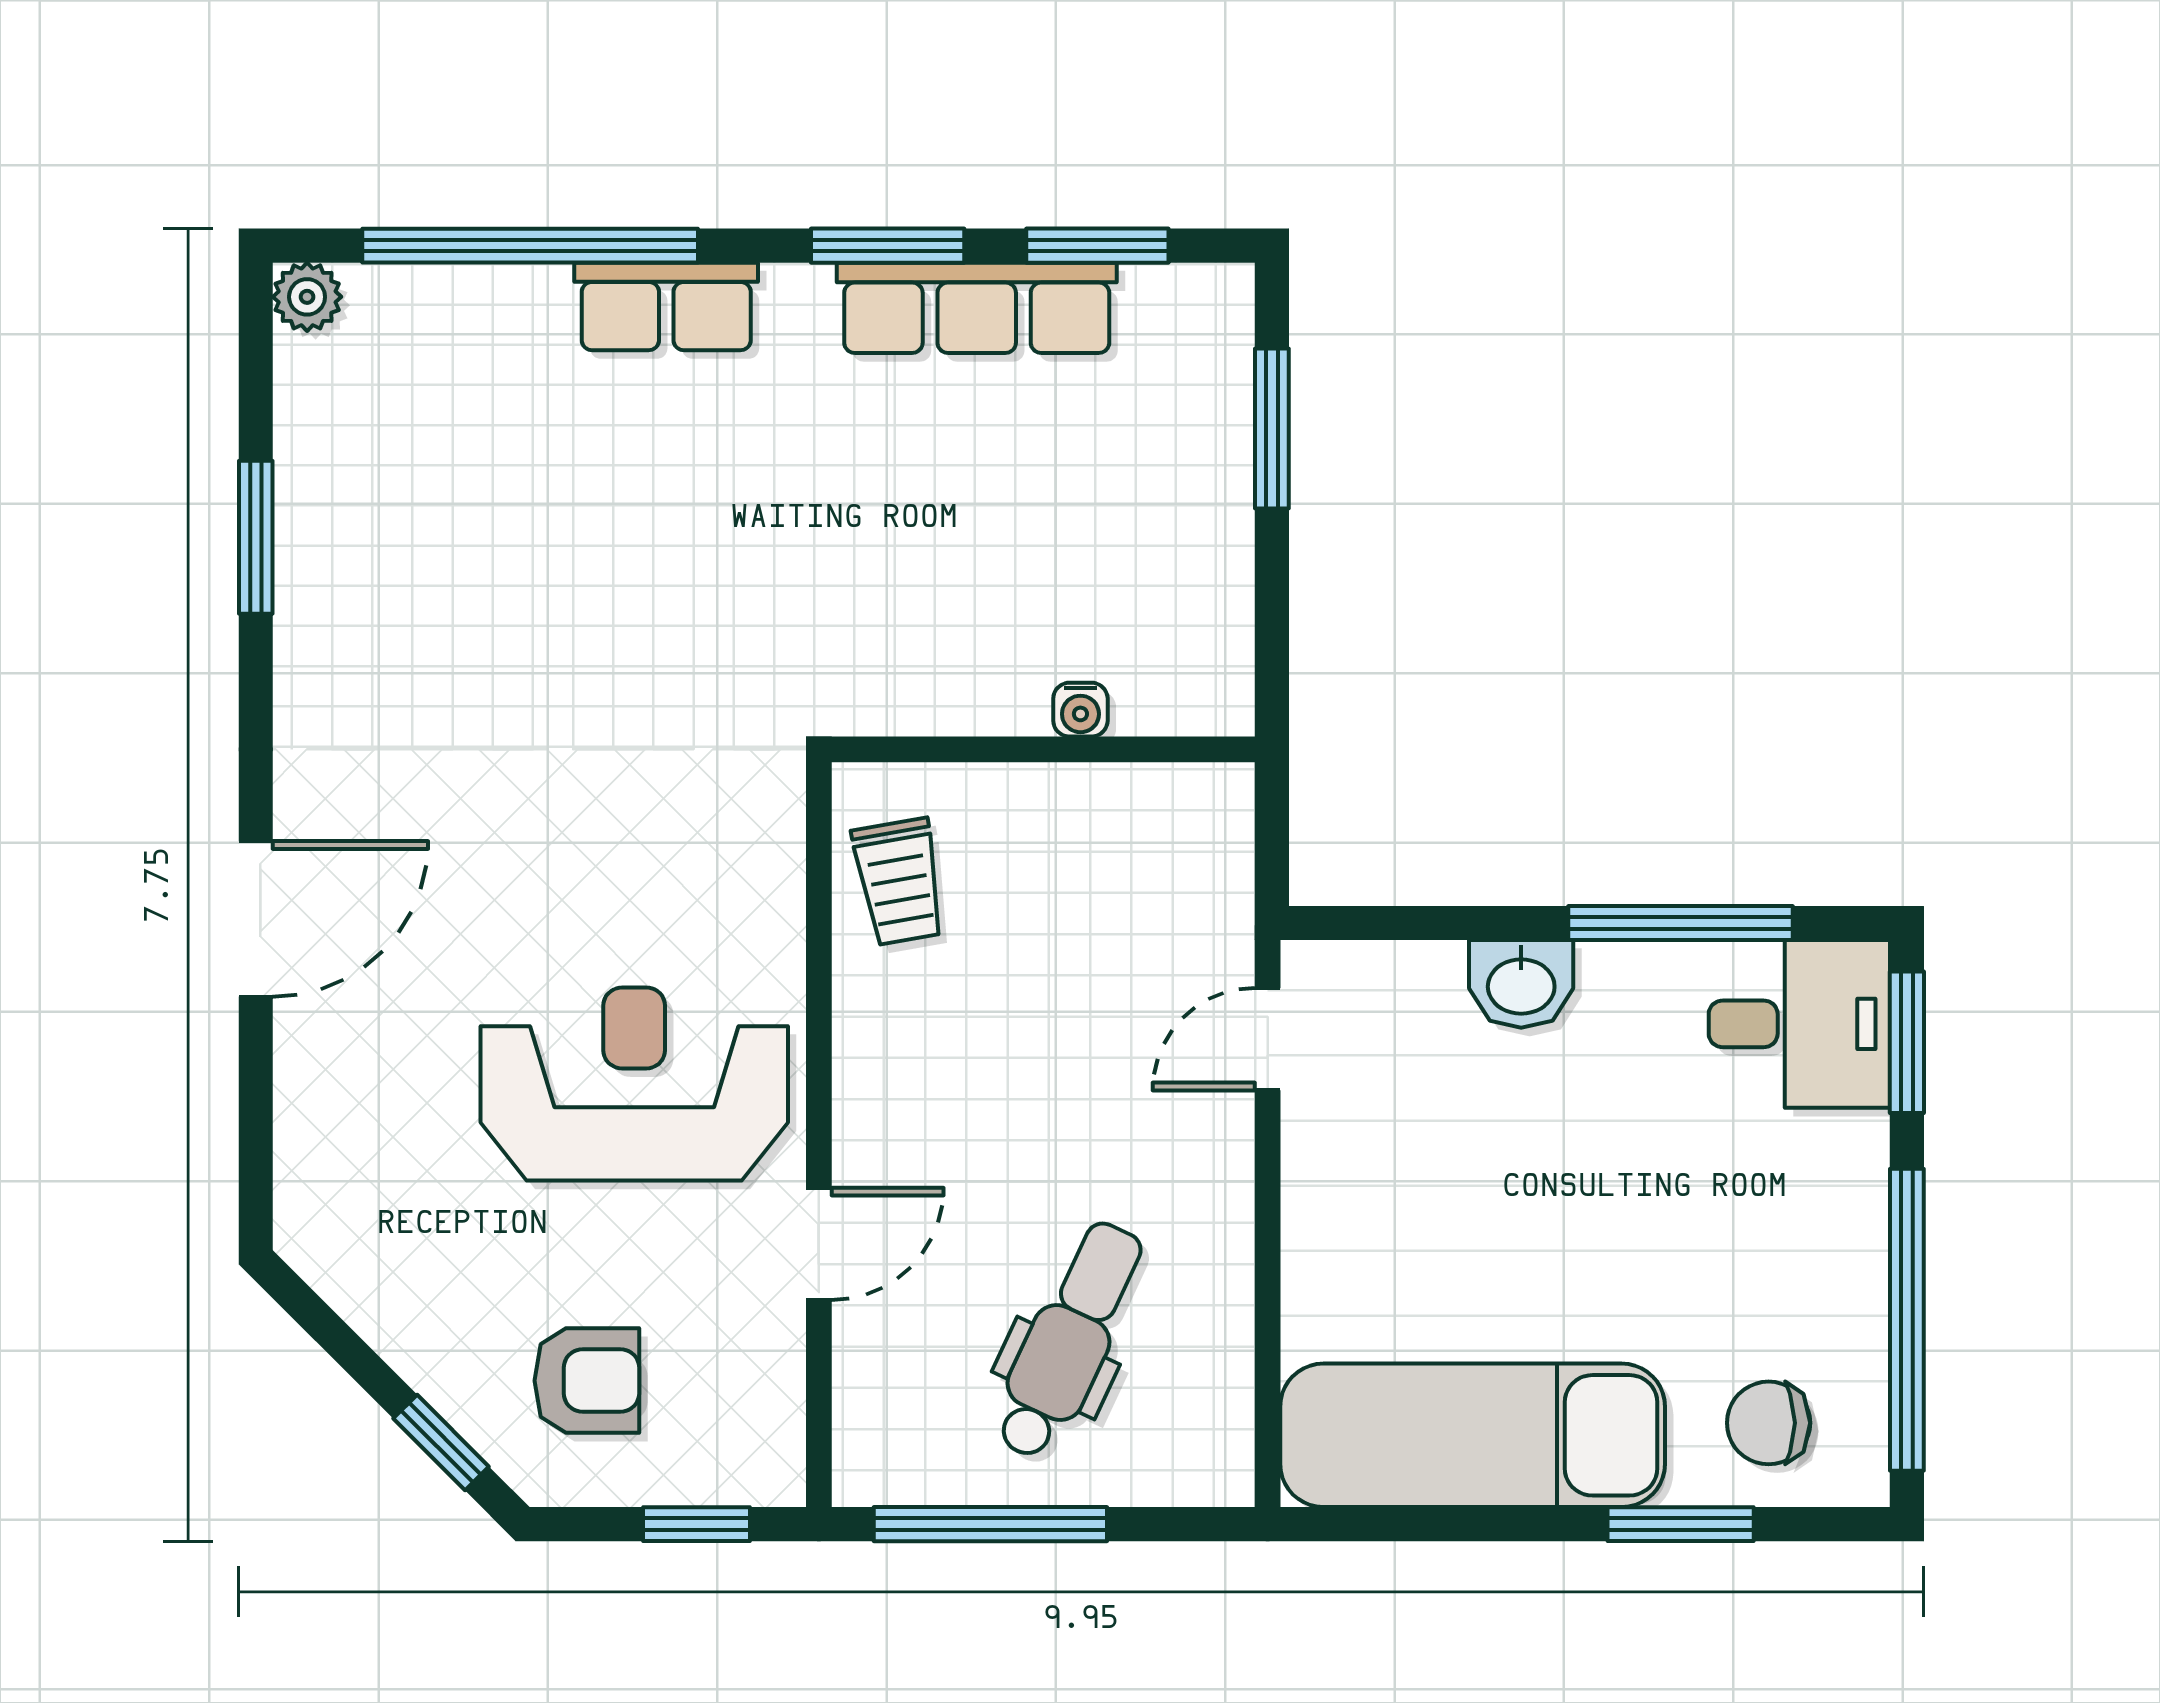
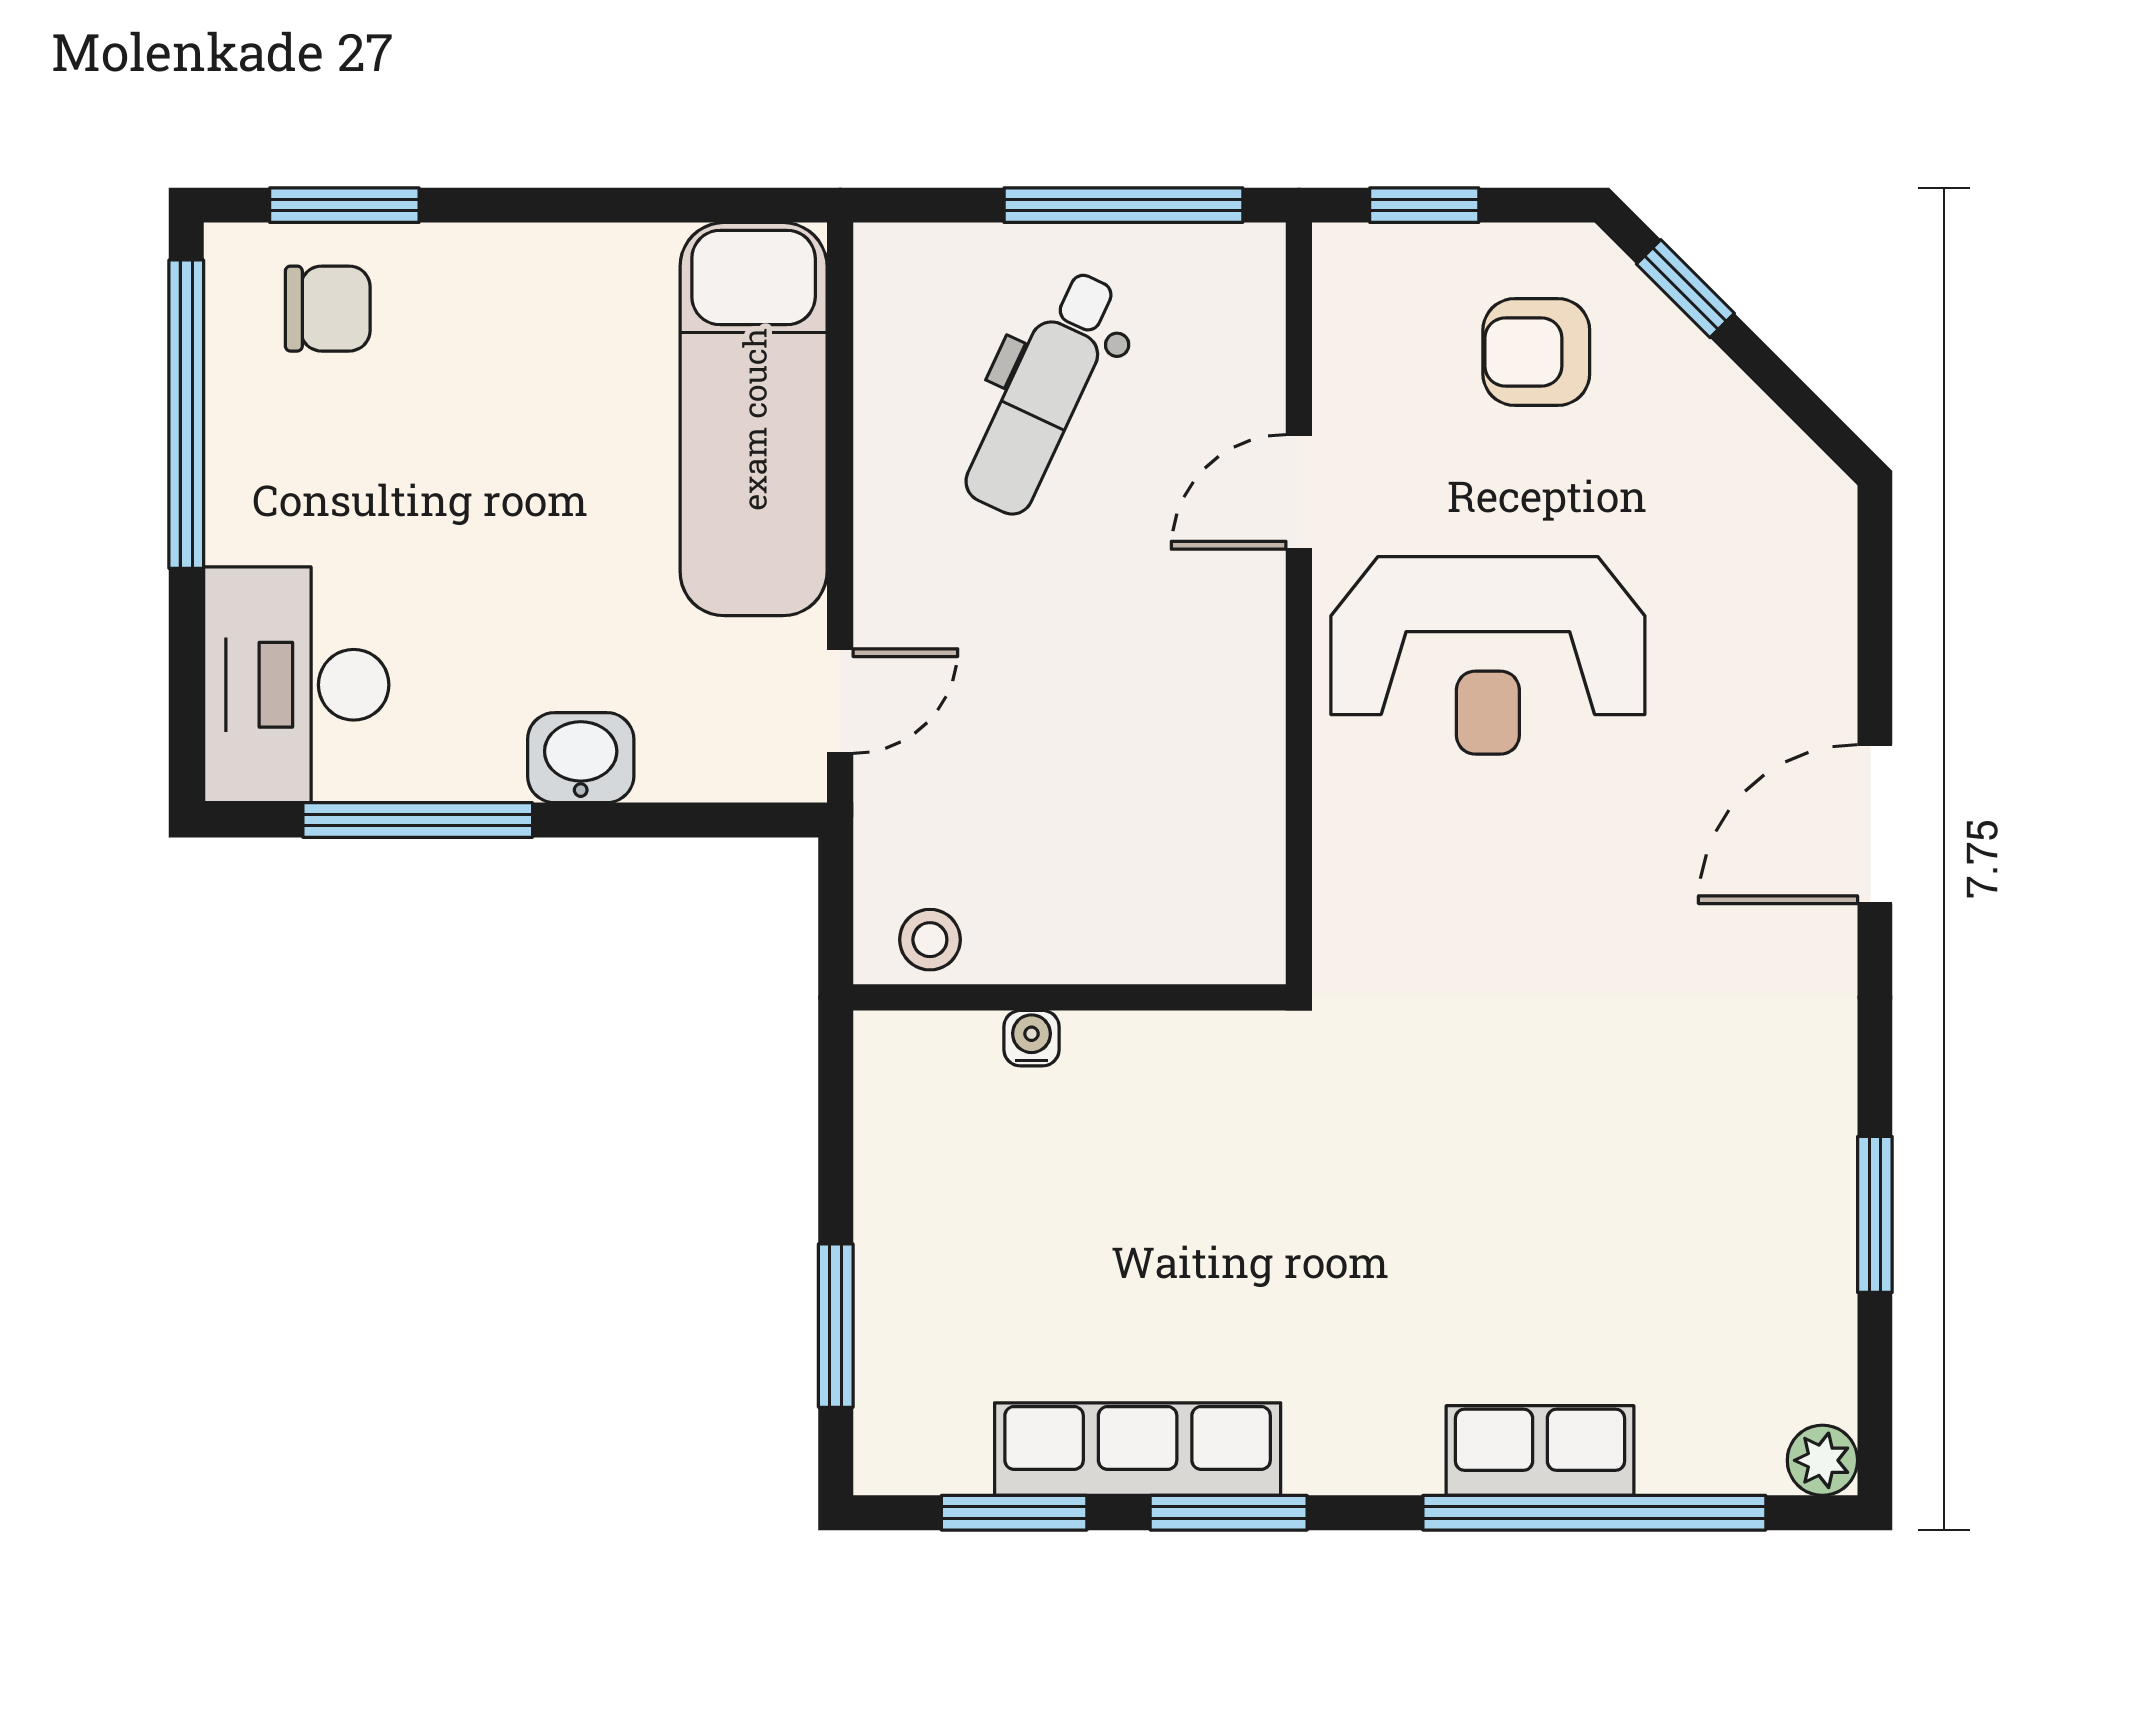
row of seats: (666, 306) -> (1540, 1451), moved
stool: (1180, 806) -> (930, 940), added
trolley: (899, 882) -> (1217, 862), removed
desk: (1799, 1024) -> (296, 685), width x1.37
window: (1907, 1042) -> (186, 698), removed
exam couch: (1473, 1435) -> (754, 419), moved, turned 90
window: (1681, 1524) -> (344, 205), moved

